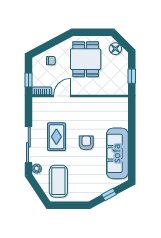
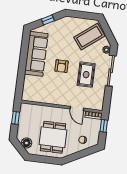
door: (62, 96) -> (77, 109), hinge flipped
coffee table: (58, 181) -> (89, 37), turned 52

